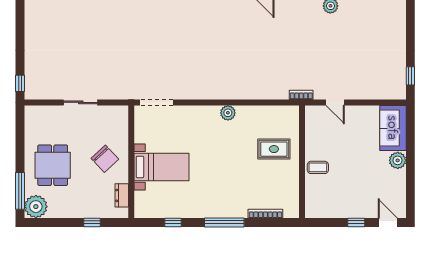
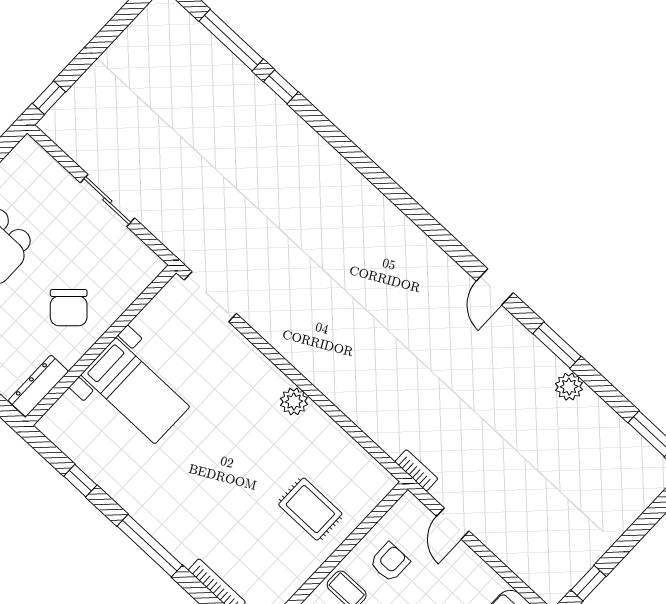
armchair: (325, 141) -> (390, 562), added
dresser: (122, 195) -> (38, 386), width x1.44

